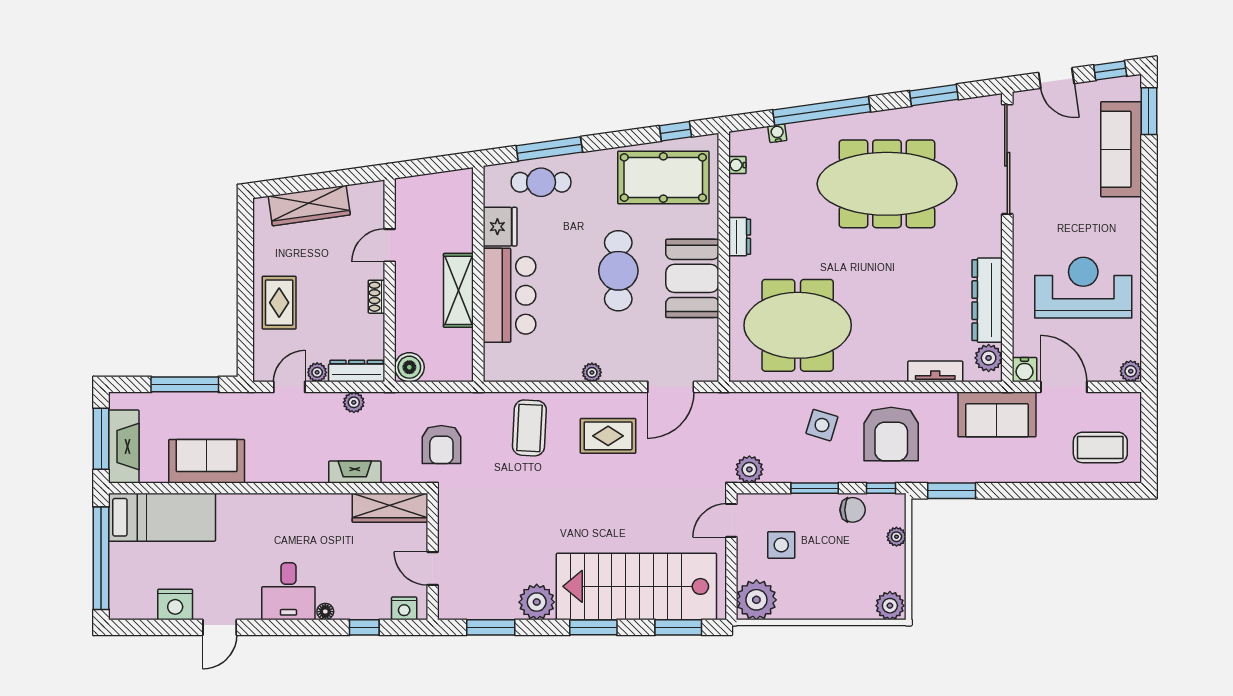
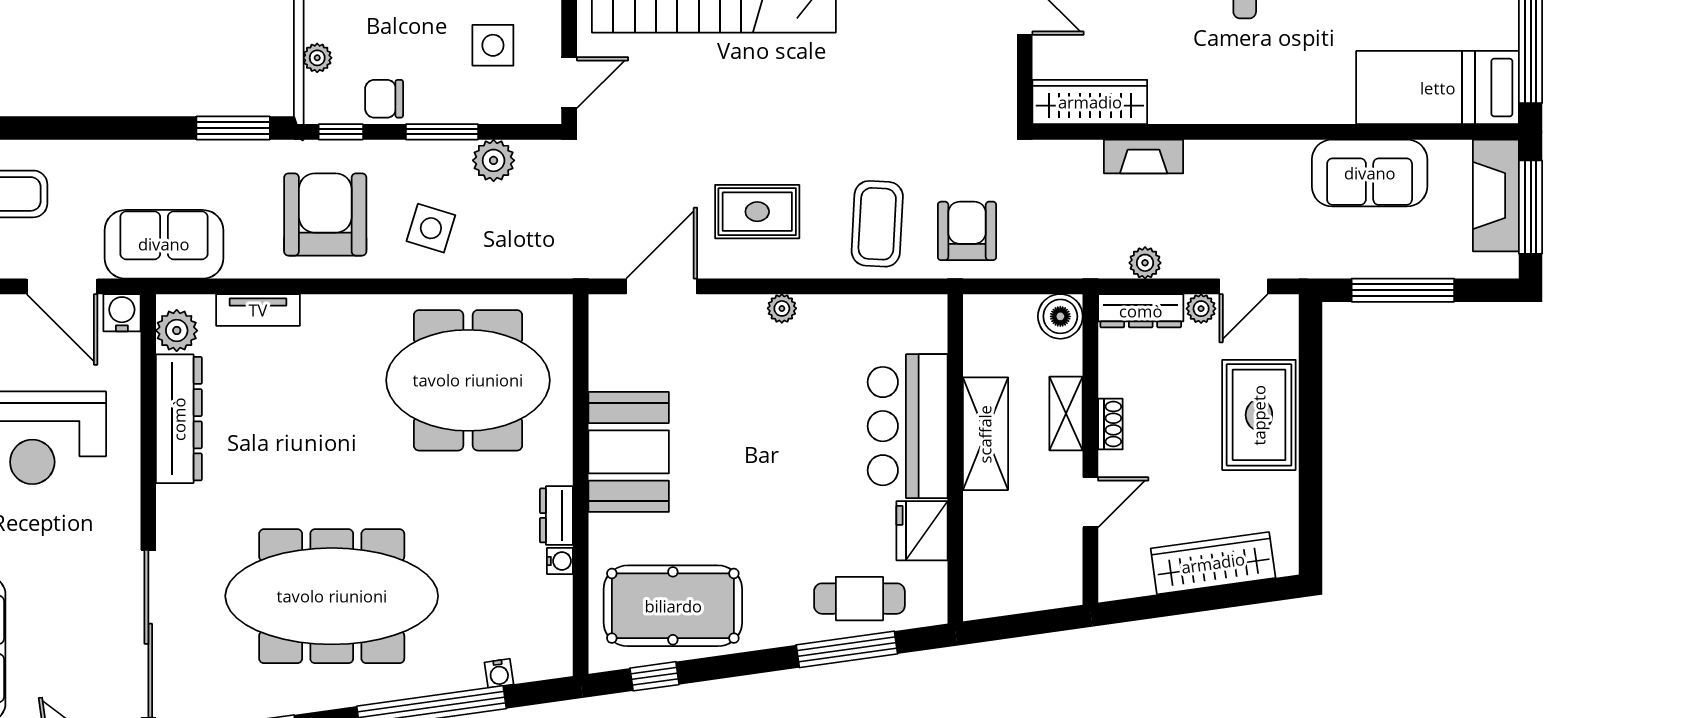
water cooler: (737, 165) -> (560, 561), moved
cafe table: (618, 271) -> (742, 464), removed
rug: (279, 303) -> (1259, 415), width x1.36, depth x1.43
shelving: (406, 304) -> (1066, 414), added
armchair: (441, 444) -> (967, 231), moved
plant: (749, 469) -> (494, 160), moved

